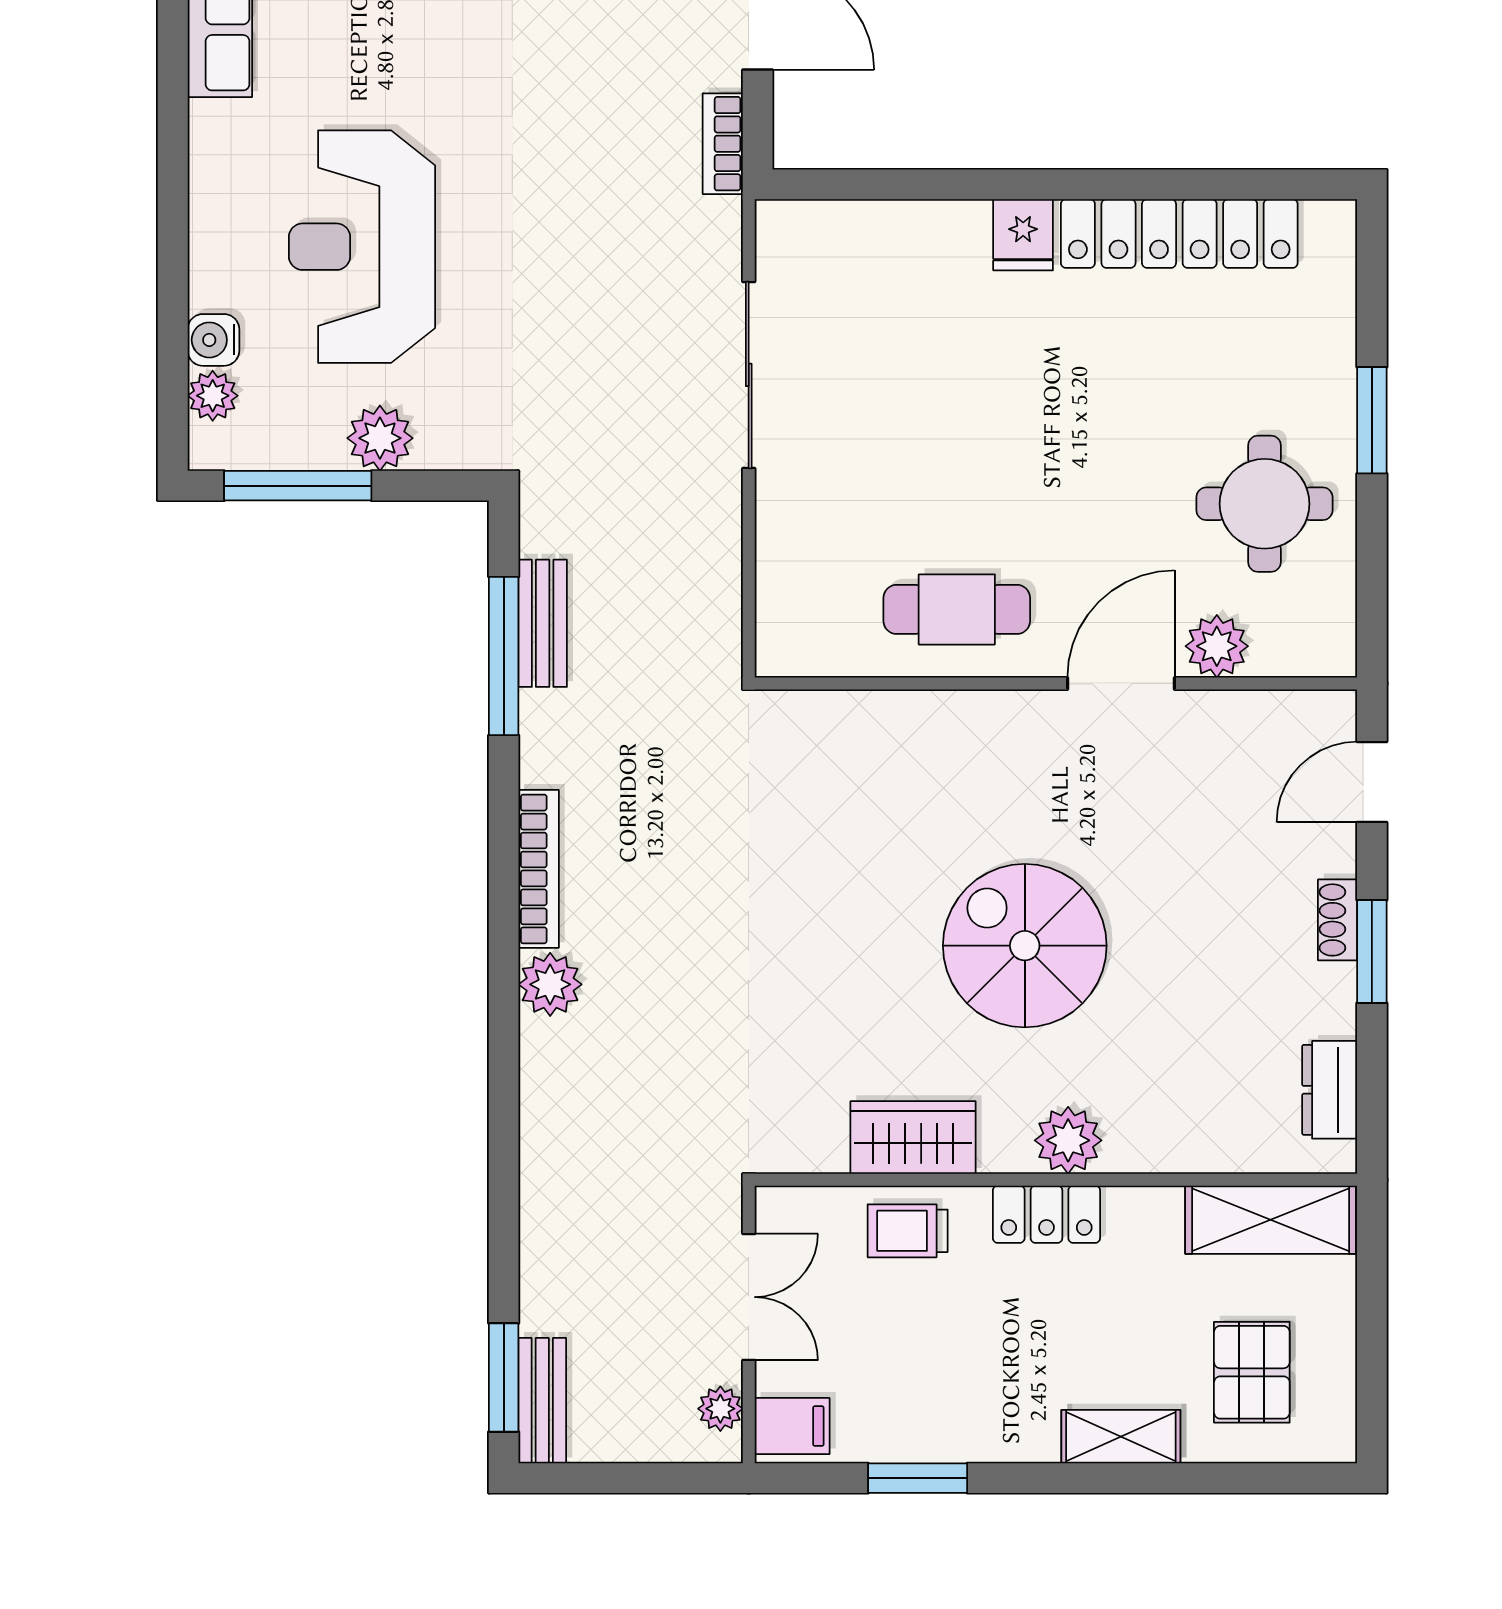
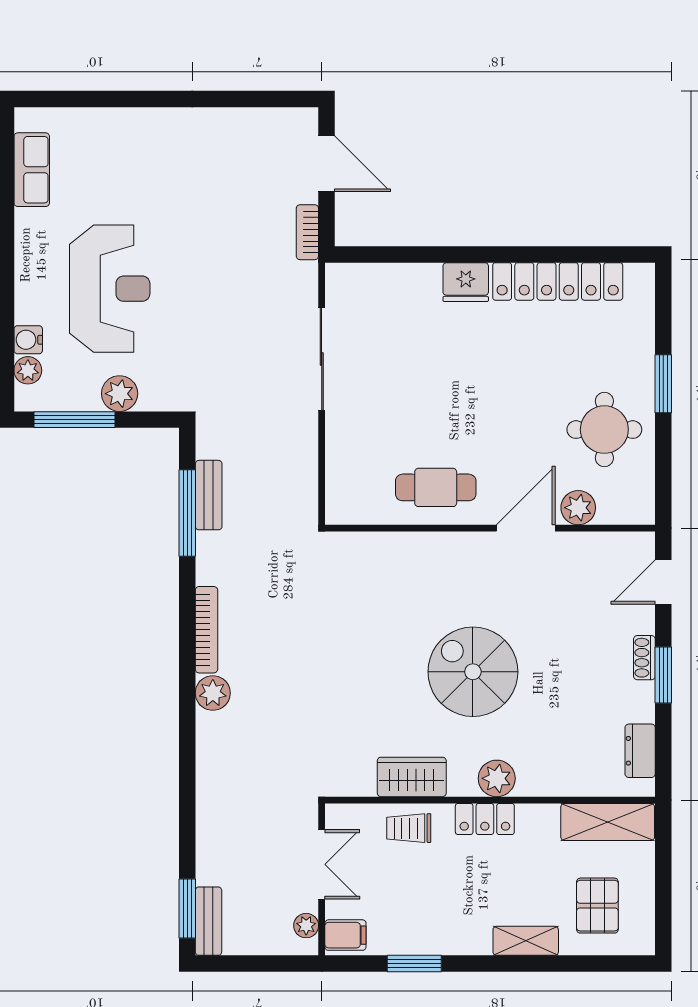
fridge: (1023, 235) -> (466, 282), width x1.38
reception desk: (362, 247) -> (110, 289), turned 180

